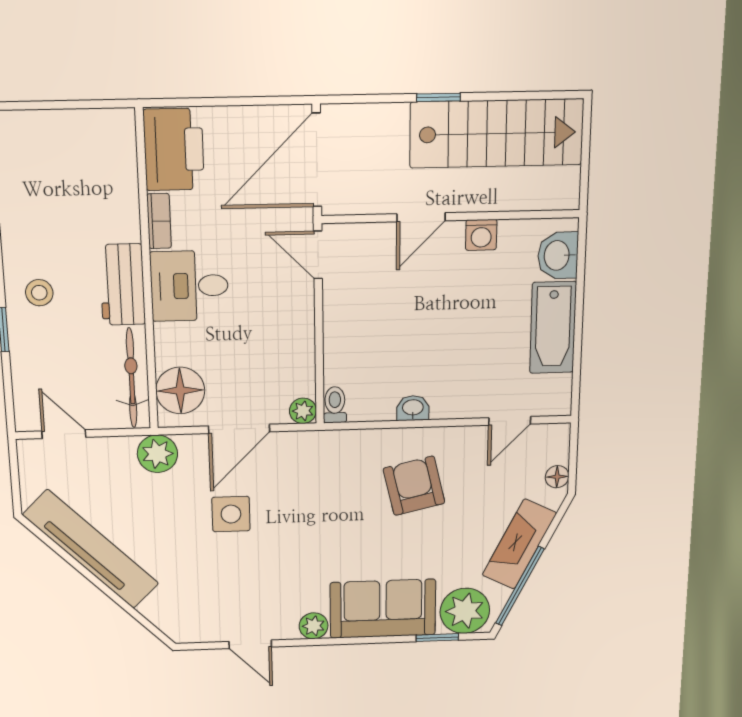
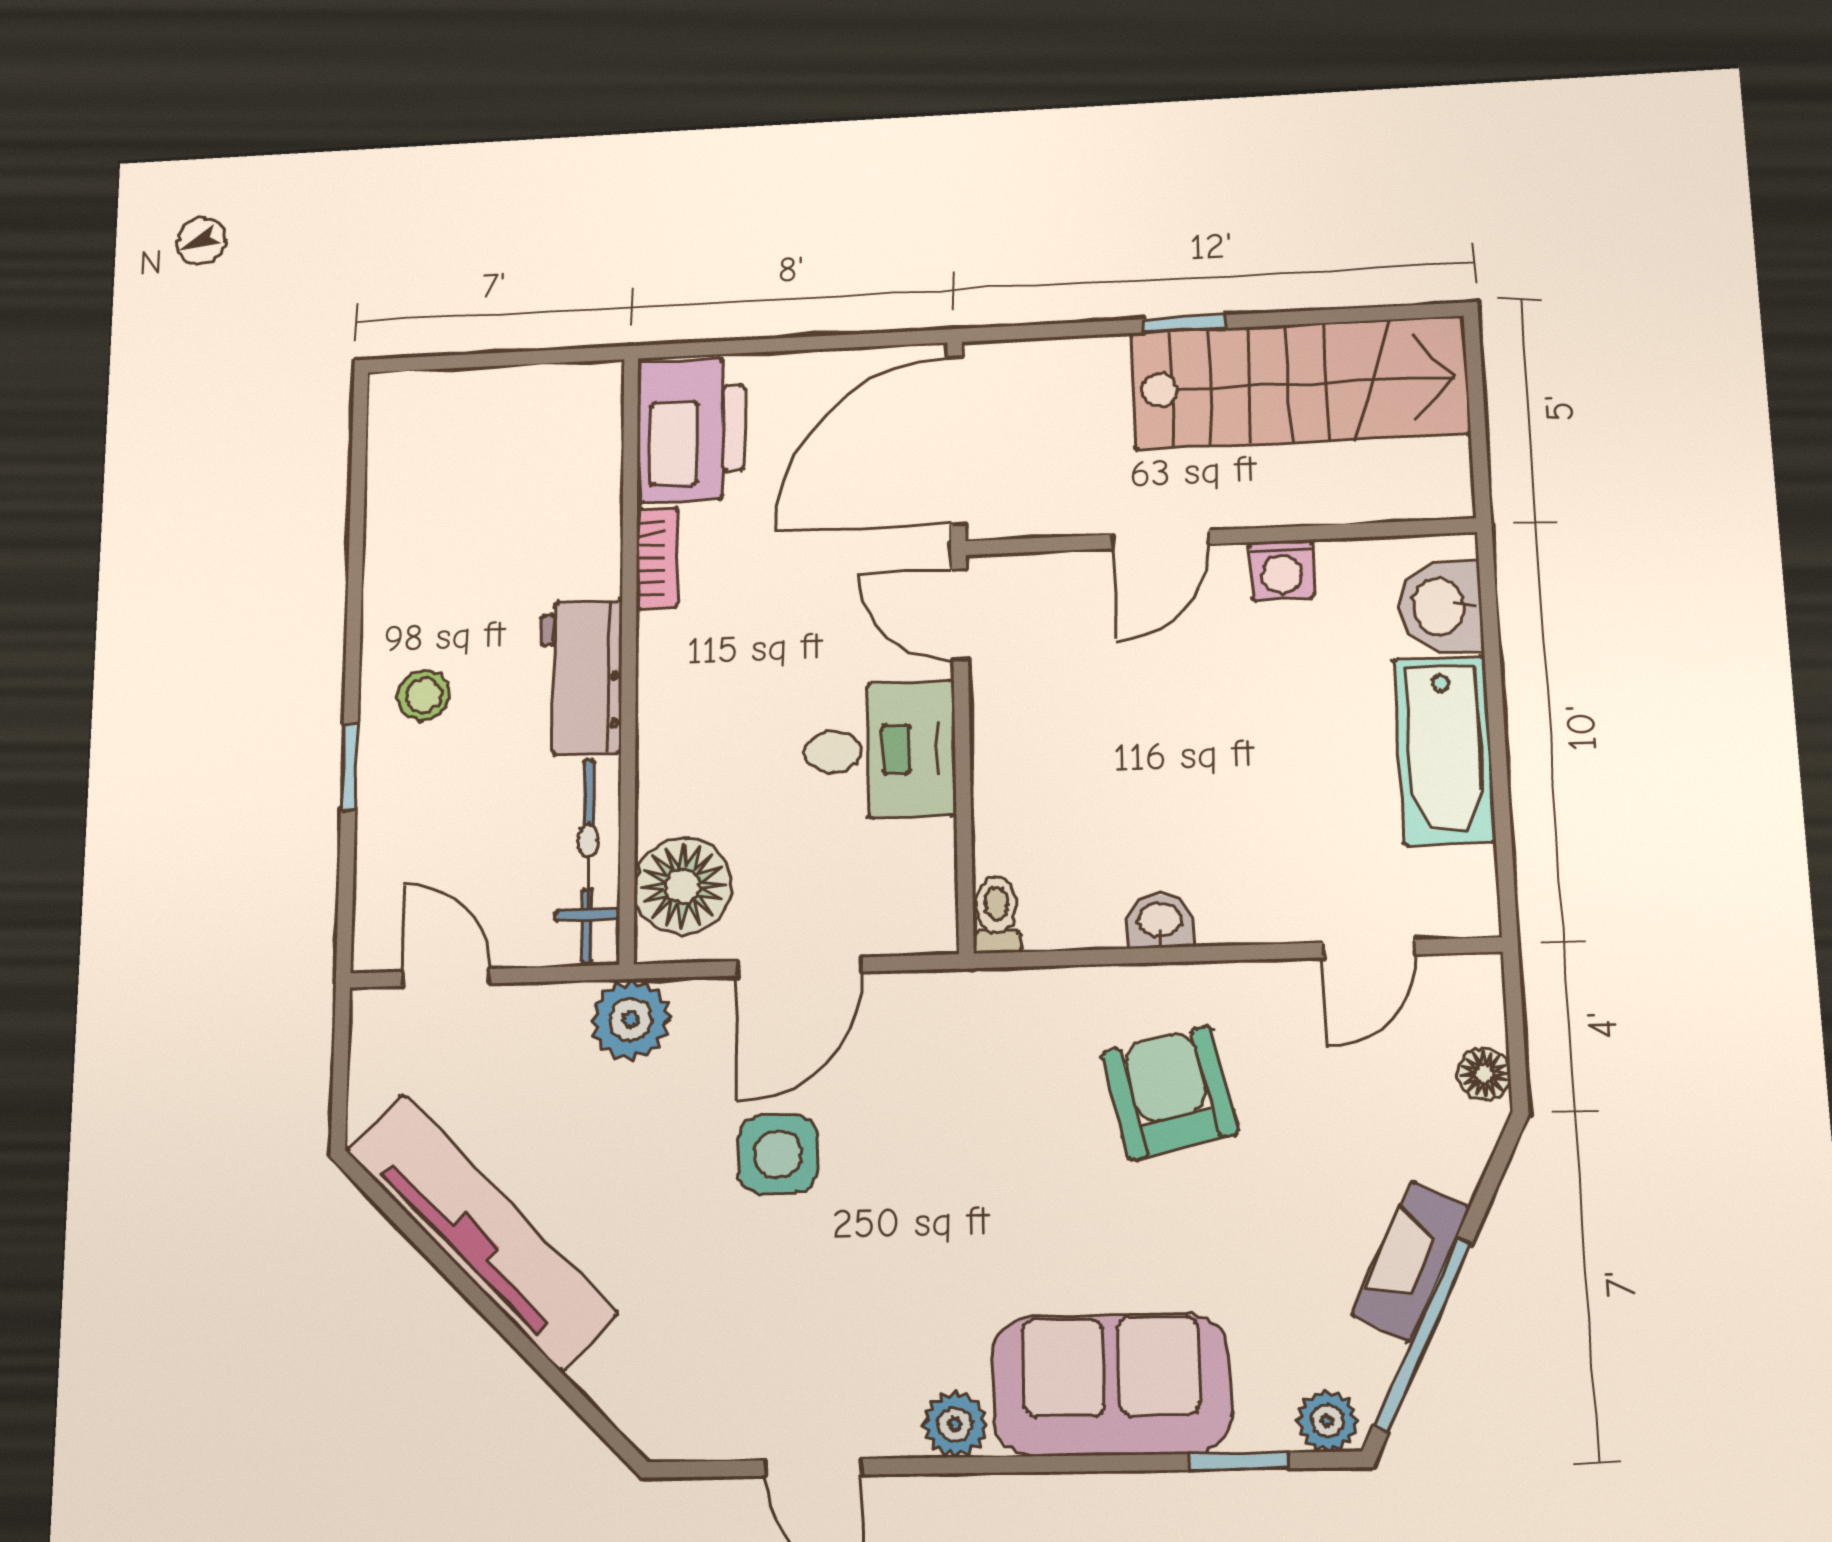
desk: (189, 286) -> (880, 750), moved, turned 180
plant: (303, 411) -> (931, 928), removed
fireplace: (519, 544) -> (1411, 1261), width x0.73, depth x0.76
plant: (465, 611) -> (1327, 1421), width x0.53, depth x0.53

